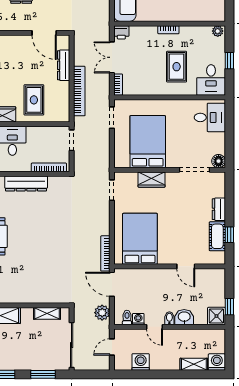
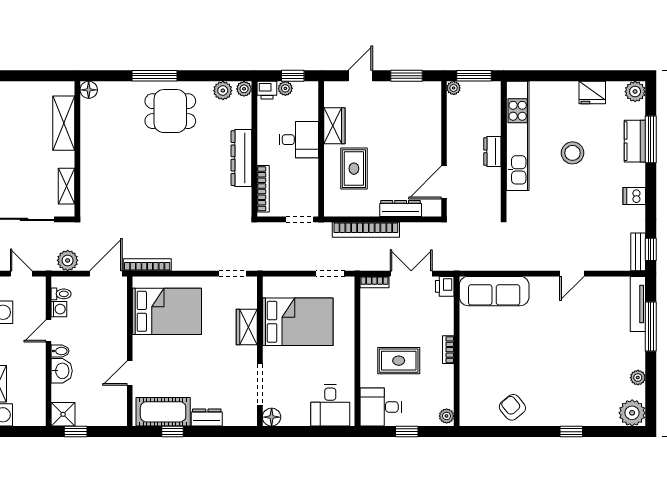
rug: (34, 100) -> (354, 169), turned 90
cot: (217, 236) -> (163, 412), width x1.37, depth x1.34

